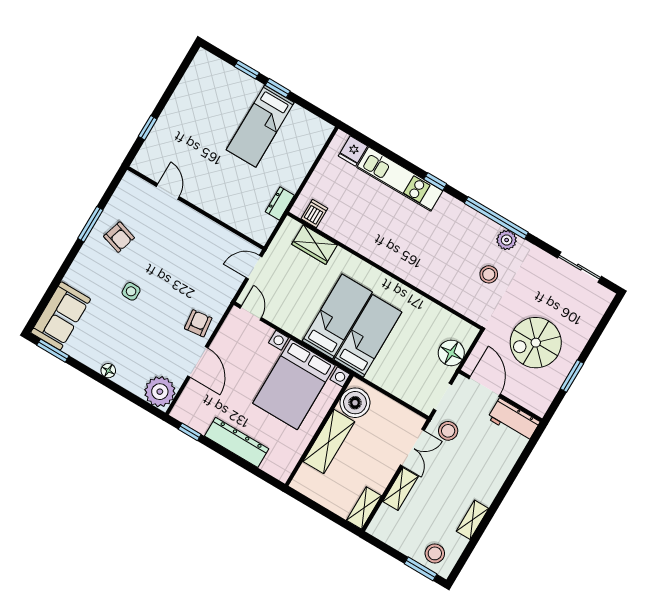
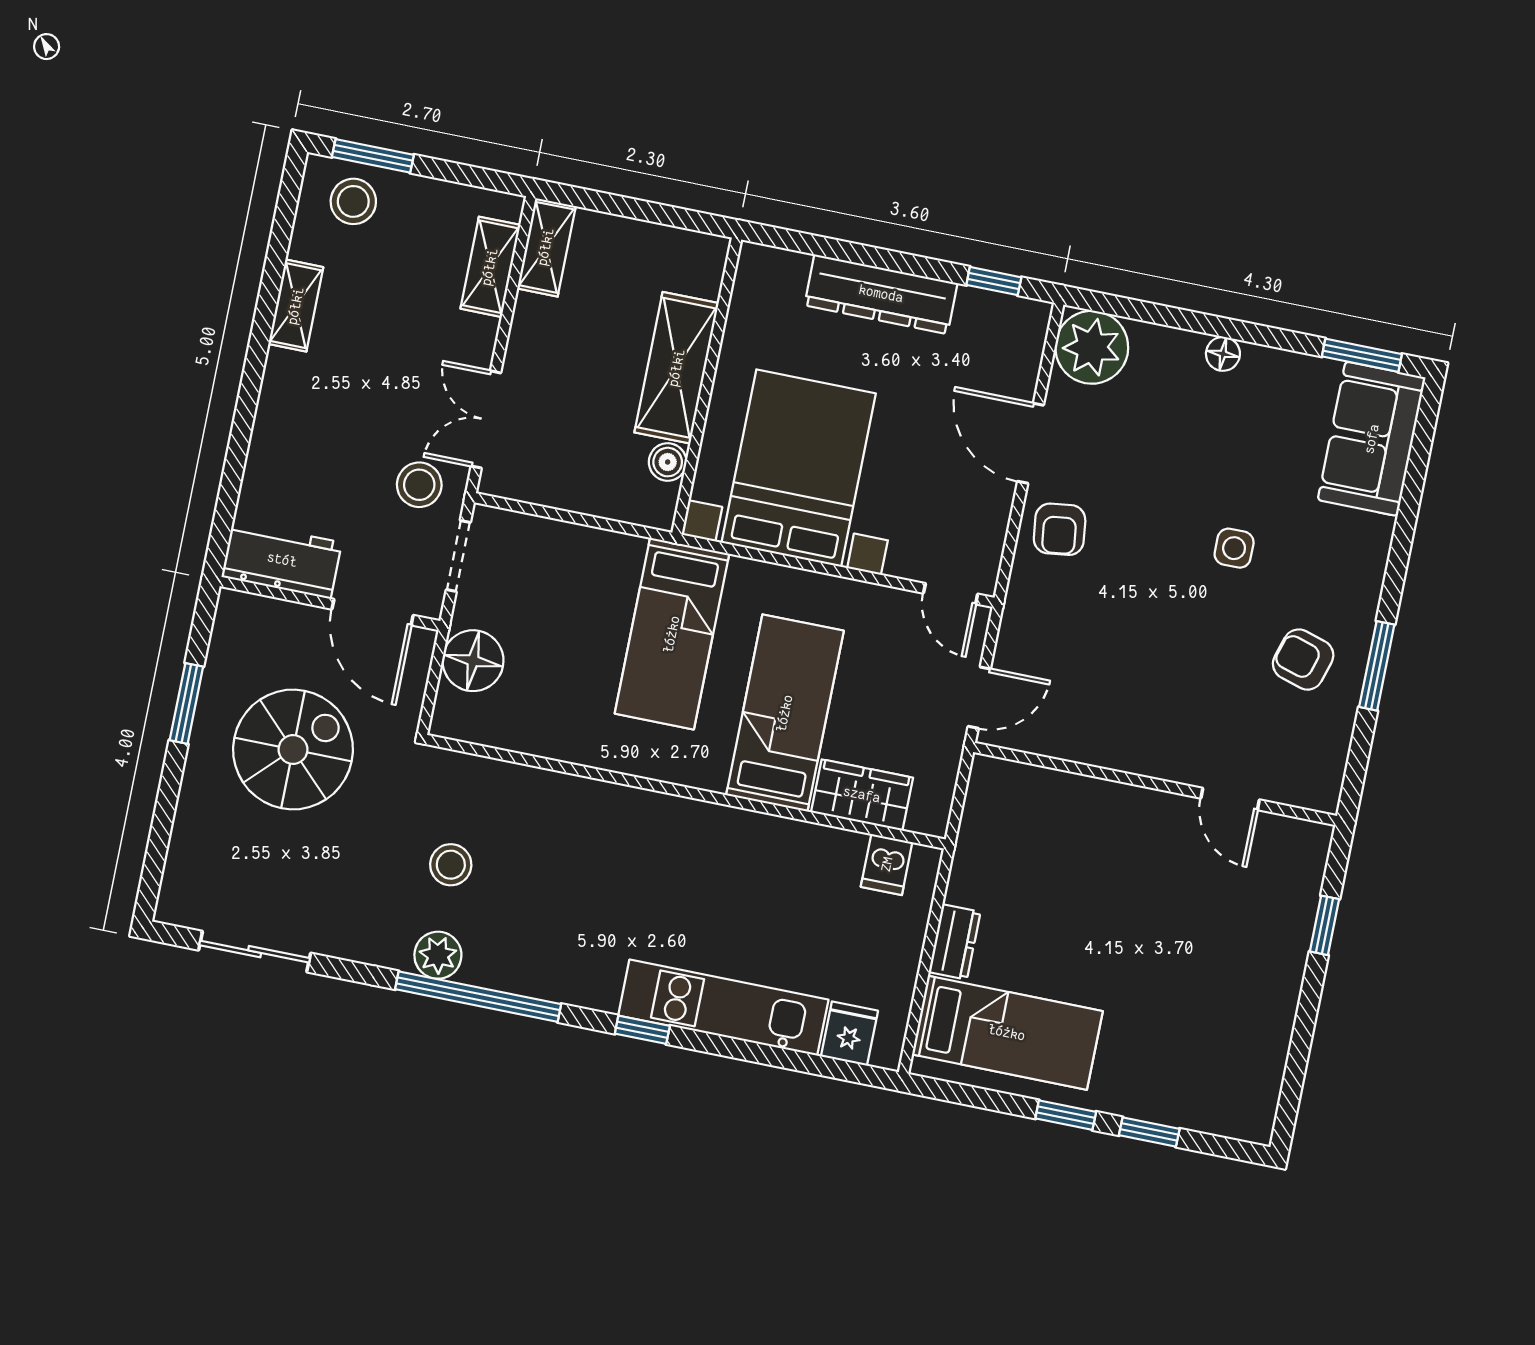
bed: (260, 126) -> (1007, 1033), moved, turned 90
dresser: (280, 204) -> (955, 942), moved
bed: (337, 316) -> (785, 713), moved, turned 180
boiler: (355, 403) -> (668, 462), width x0.54, depth x0.54
shelving: (400, 489) -> (490, 267), moved

